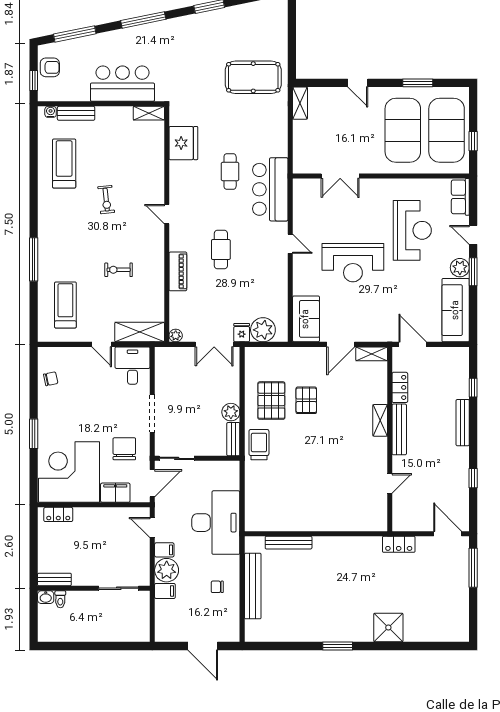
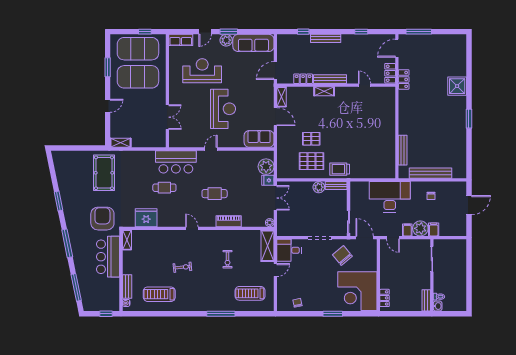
armchair: (50, 67) -> (102, 219), moved, width x1.88, depth x1.88
door: (167, 214) -> (192, 228), swing flipped
chair: (124, 449) -> (342, 256), turned 50
filing cabinet: (115, 493) -> (371, 261), removed
locker: (408, 523) -> (390, 73), added
door: (152, 528) -> (393, 238), hinge flipped

